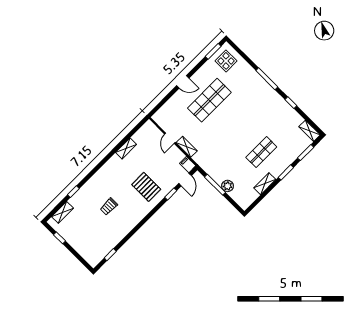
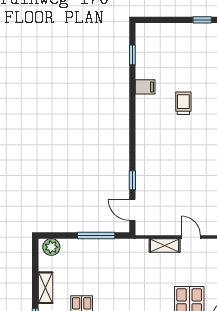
filing cabinet: (188, 165) -> (145, 87), moved
plant: (227, 186) -> (51, 247), moved
pallet: (146, 187) -> (165, 162), removed

